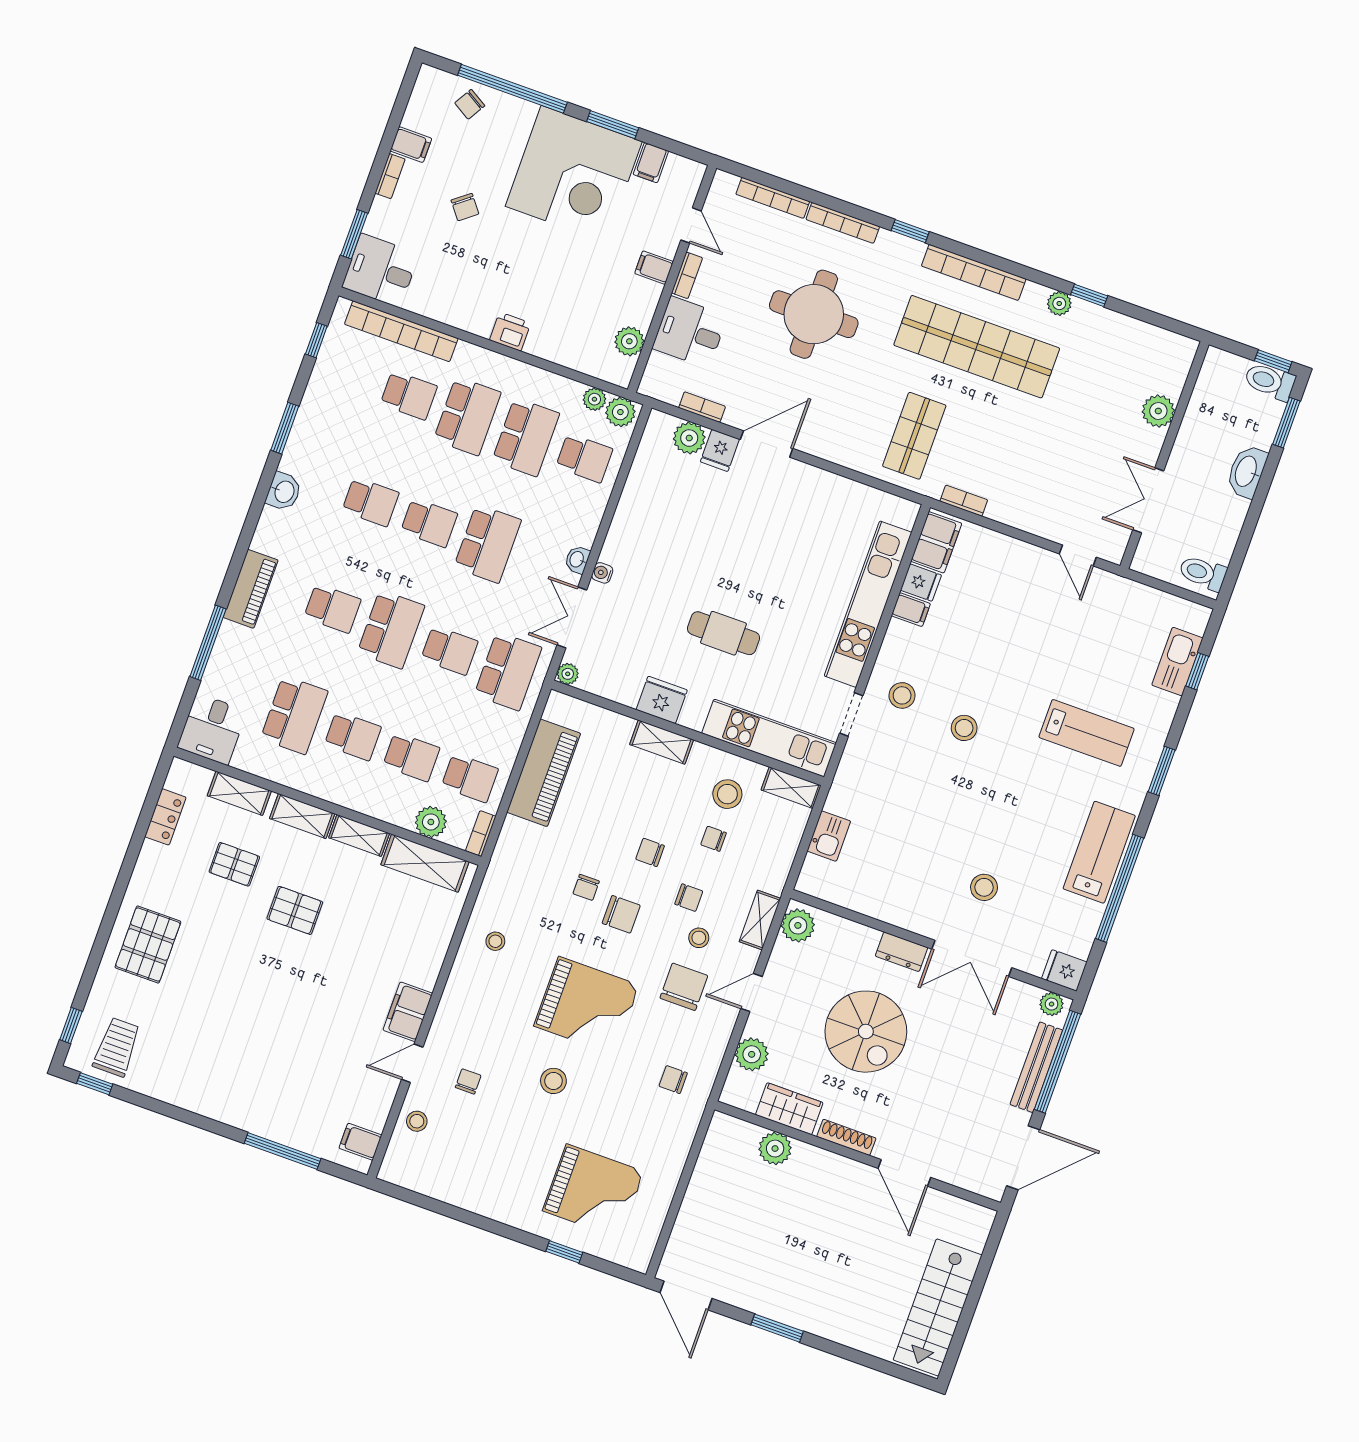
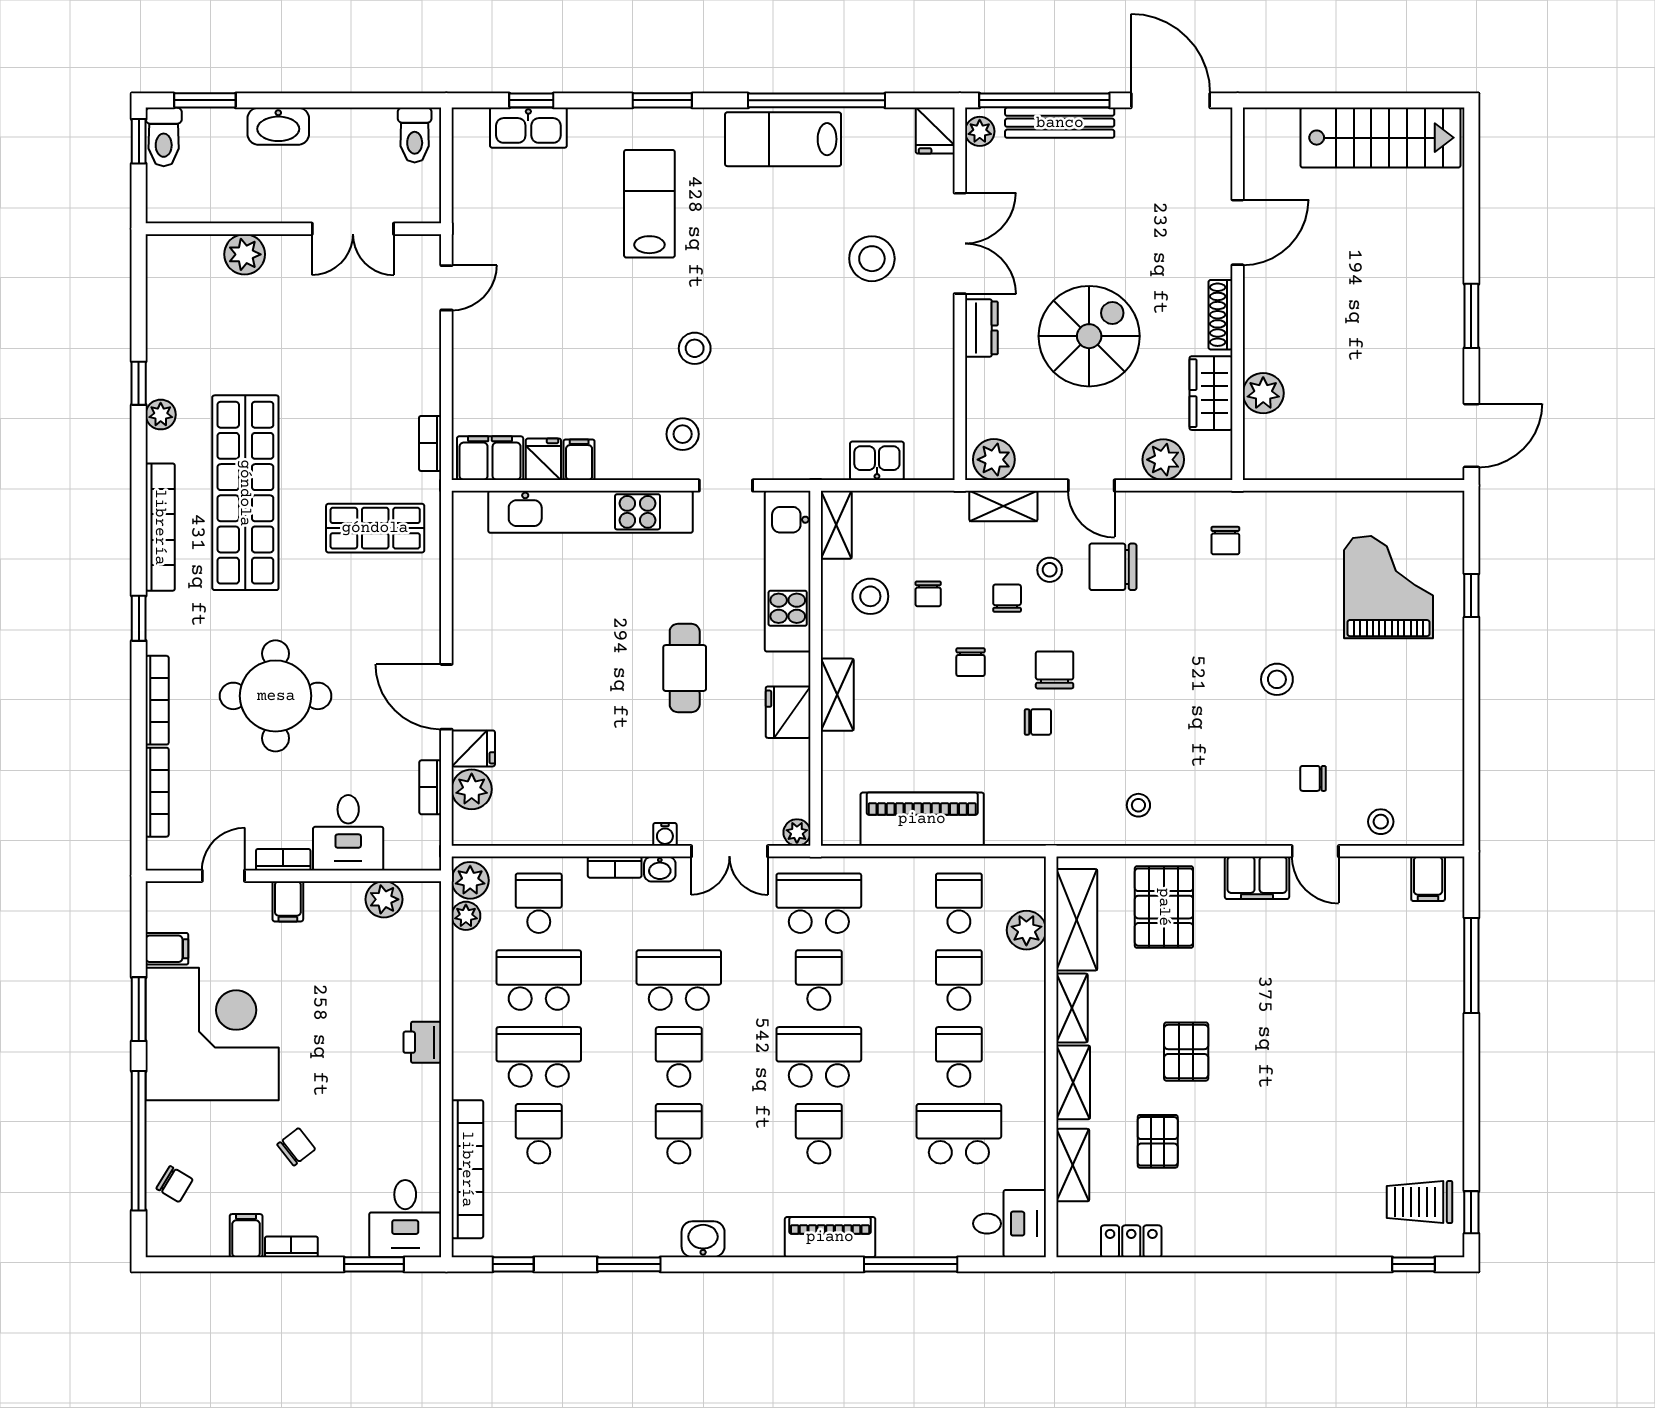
bookcase: (481, 834) -> (615, 867), moved
stool: (984, 887) -> (872, 259), width x1.38, depth x1.38
pallet: (148, 945) -> (1164, 907), moved, turned 90
grand piano: (587, 1005) -> (1175, 672), removed

